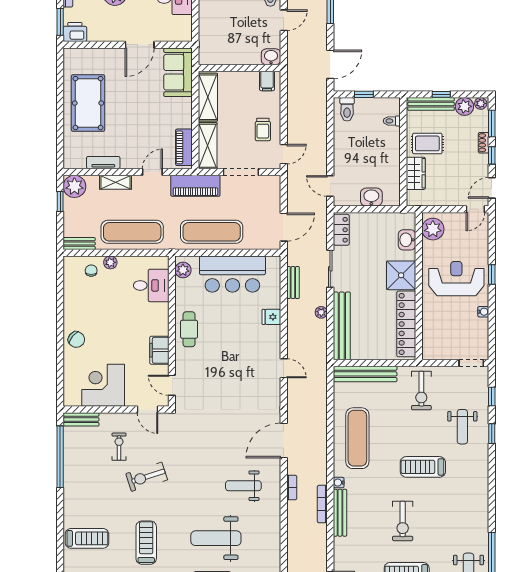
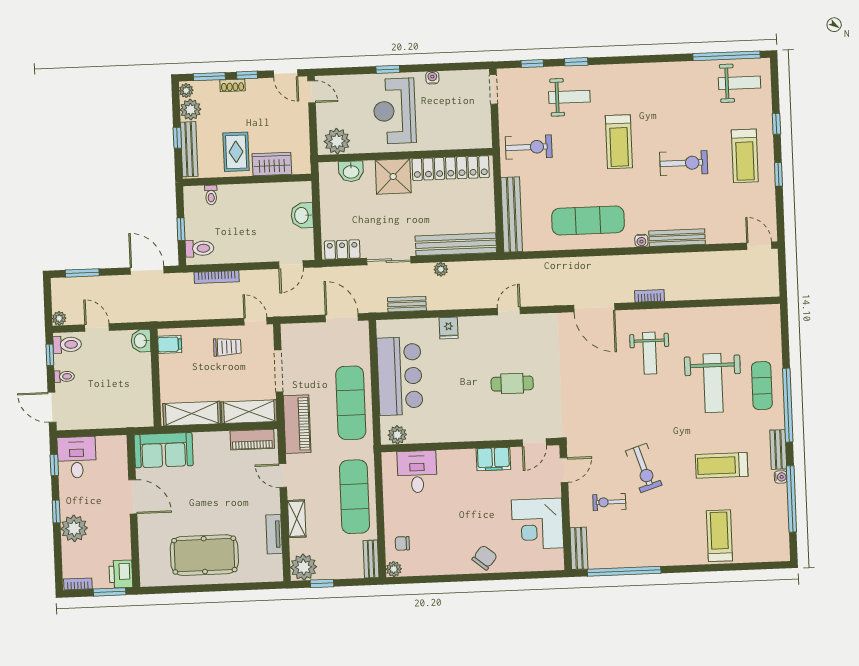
plant: (110, 262) -> (394, 569), moved
cafe table: (189, 329) -> (512, 384), moved
bookcase: (322, 504) -> (217, 277), moved

